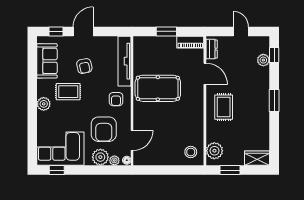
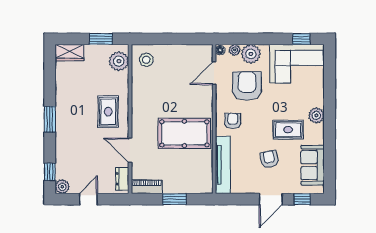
door: (241, 31) -> (88, 199), swing flipped
plant: (263, 60) -> (62, 187), moved

